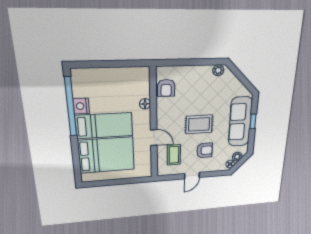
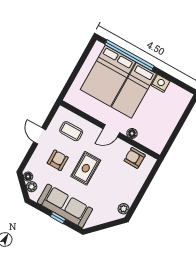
window: (71, 107) -> (130, 55), moved
door: (154, 138) -> (111, 131), moved
armchair: (205, 150) -> (58, 160), turned 180

